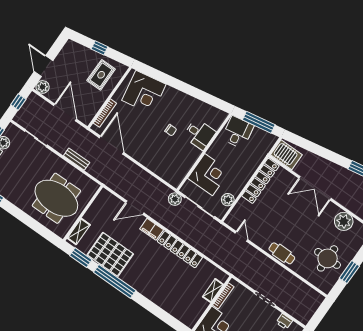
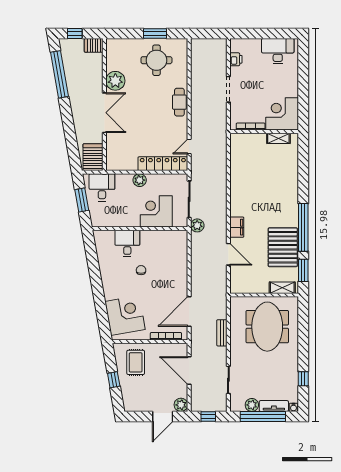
rug: (101, 75) -> (136, 362), turned 90
door: (65, 112) -> (189, 371), hinge flipped
window: (259, 122) -> (82, 200), width x0.69
desk: (238, 132) -> (102, 187), moved, turned 100
locker: (260, 181) -> (163, 164), moved
plant: (228, 200) -> (140, 180), moved
plant: (344, 221) -> (115, 81), moved
locker: (180, 249) -> (237, 191), removed
shelving: (213, 291) -> (278, 138), moved

